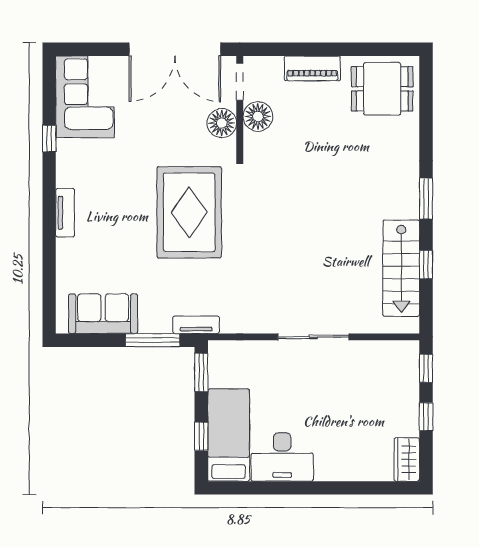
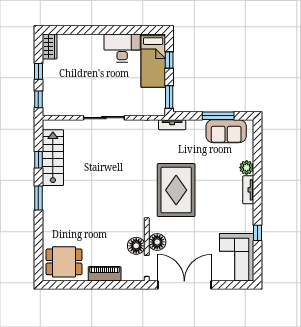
plant: (68, 251) -> (247, 168), added
window: (153, 340) -> (218, 116), moved

